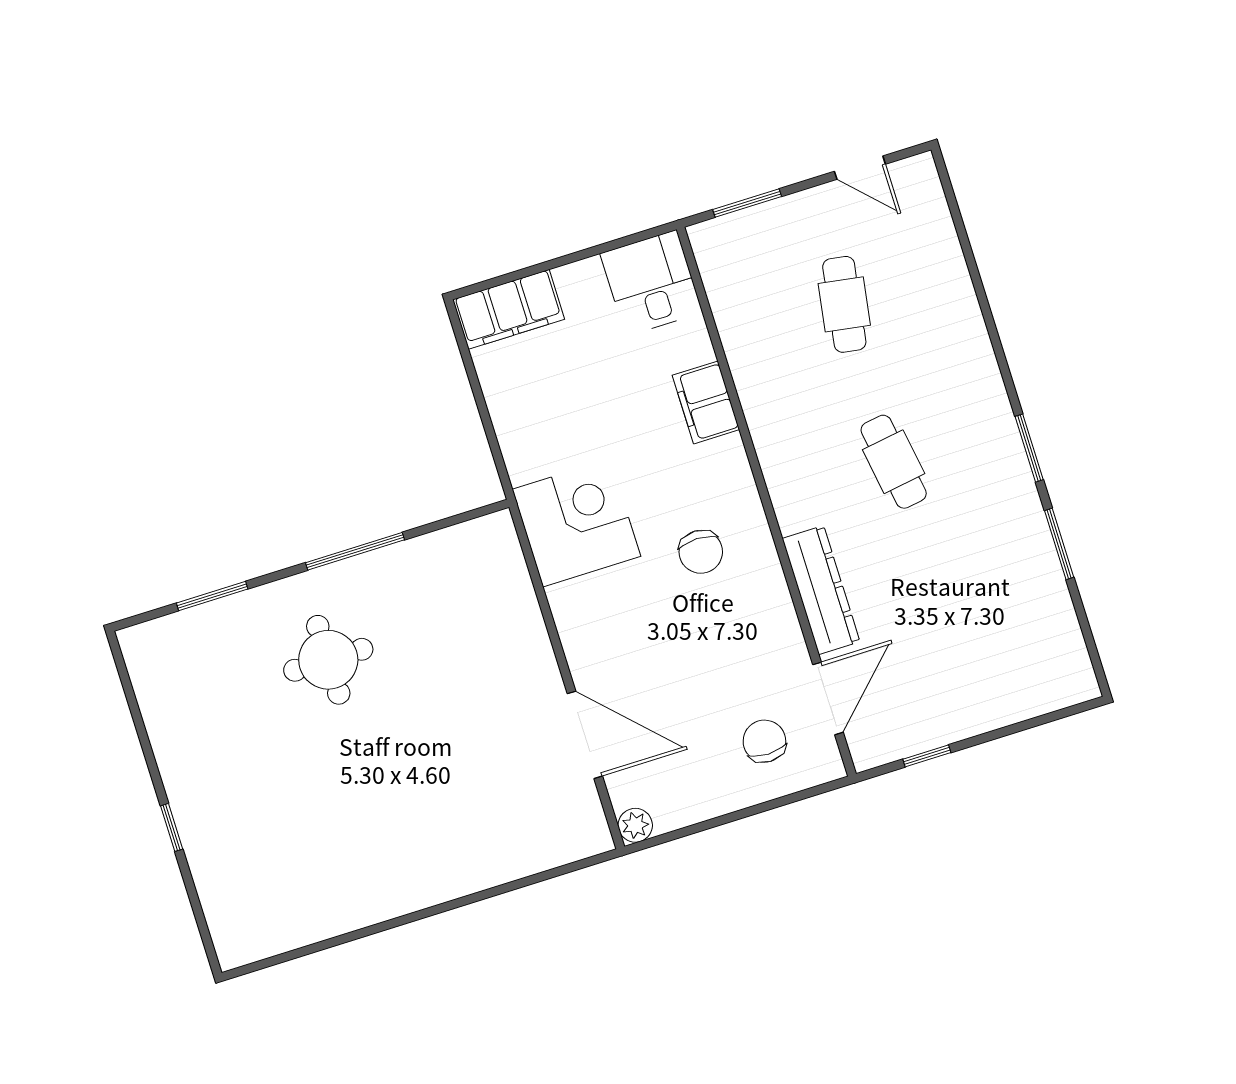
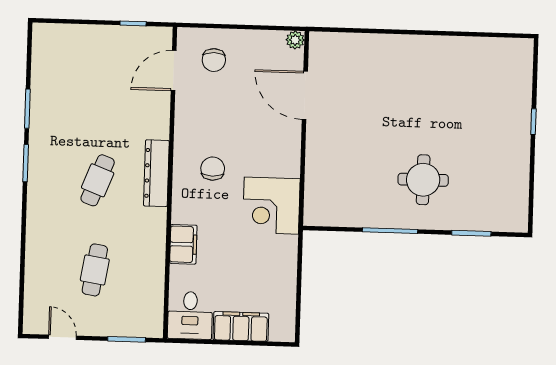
filing cabinet: (509, 309) -> (241, 326), moved
cafe table: (894, 462) -> (98, 180), turned 30
dresser: (821, 590) -> (156, 173), moved

